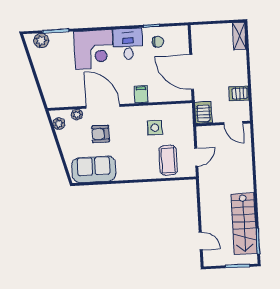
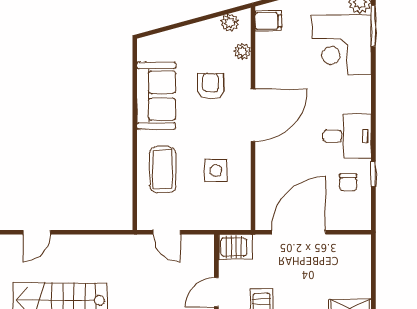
corner desk: (94, 49) -> (342, 45), moved
filing cabinet: (141, 94) -> (268, 21), moved
door: (103, 106) -> (253, 115), moved
coffee table: (168, 160) -> (163, 170), moved, turned 90
sofa: (94, 169) -> (156, 96), moved

